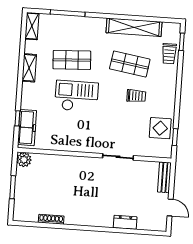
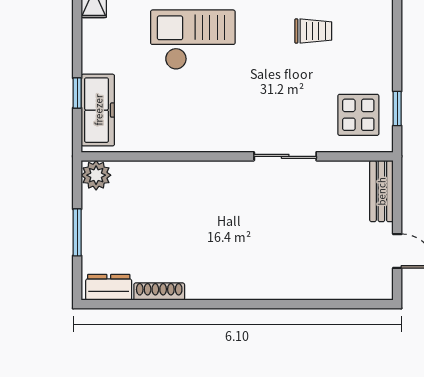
display table: (160, 128) -> (358, 115), moved
dresser: (125, 222) -> (109, 287), moved

